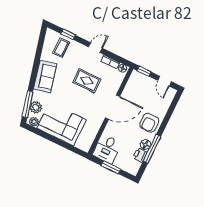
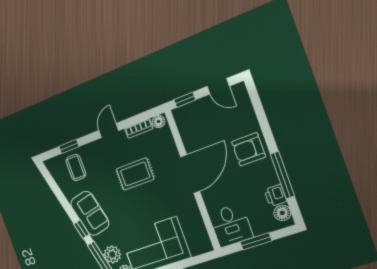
window: (33, 80) -> (82, 229), added
armchair: (149, 123) -> (249, 149), turned 90
floor lamp: (145, 145) -> (282, 213), moved

